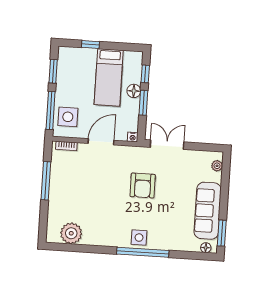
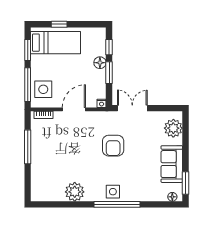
bed: (109, 77) -> (56, 43), moved, turned -90
plant: (217, 166) -> (173, 128), width x1.88, depth x1.88
sofa: (208, 211) -> (172, 164), width x0.73
plant: (71, 233) -> (75, 192), moved

